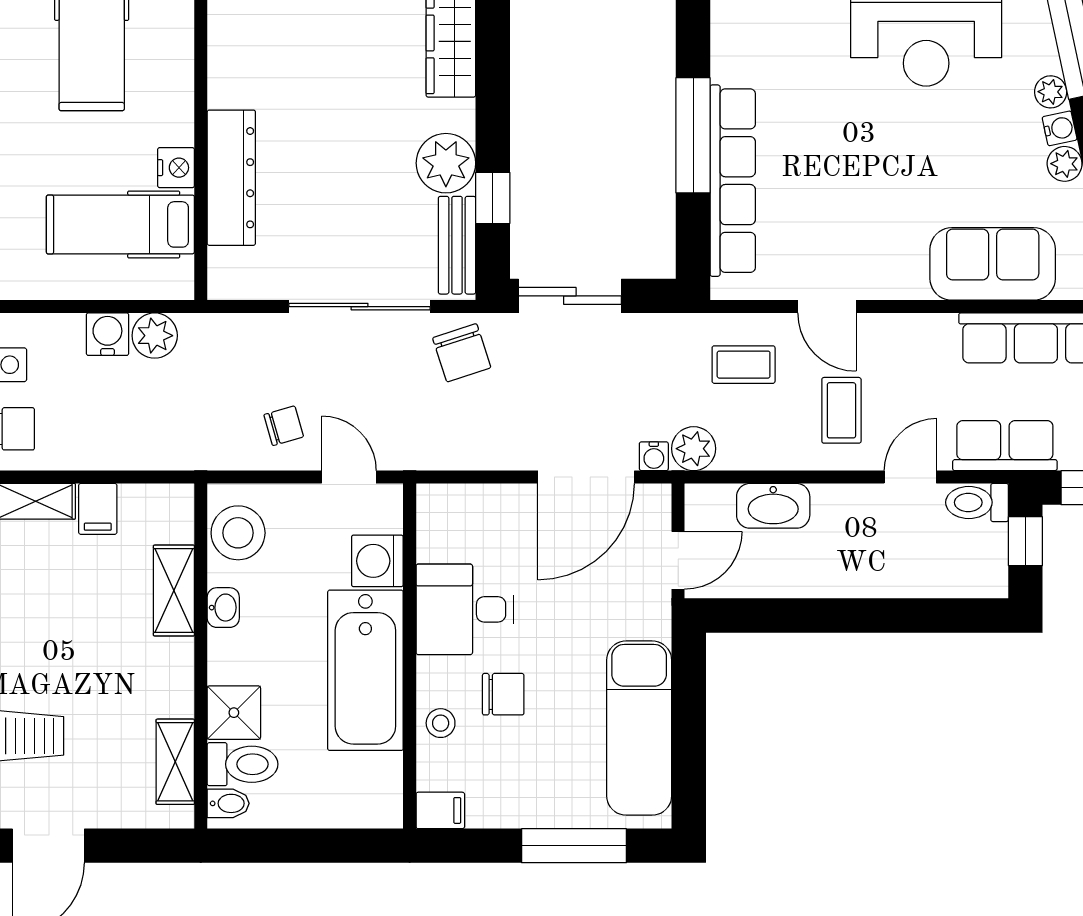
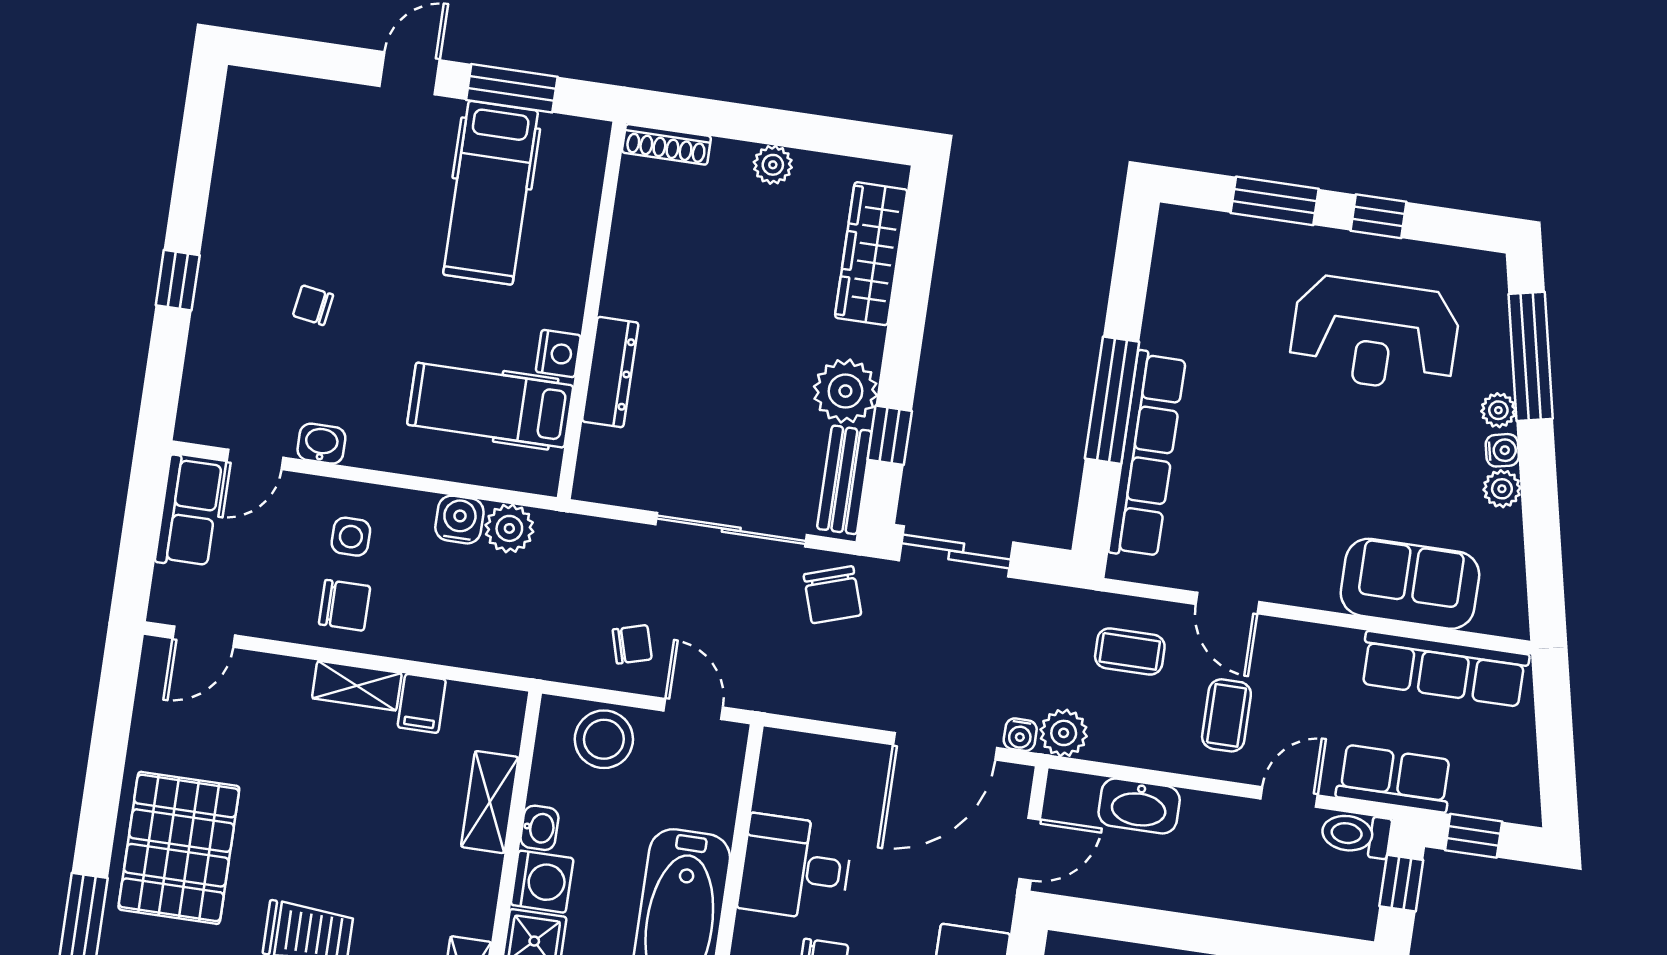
dresser: (231, 178) -> (610, 372), width x0.73, depth x0.80
stool: (238, 533) -> (604, 739), moved
washing machine: (377, 561) -> (542, 882), moved, turned 180

